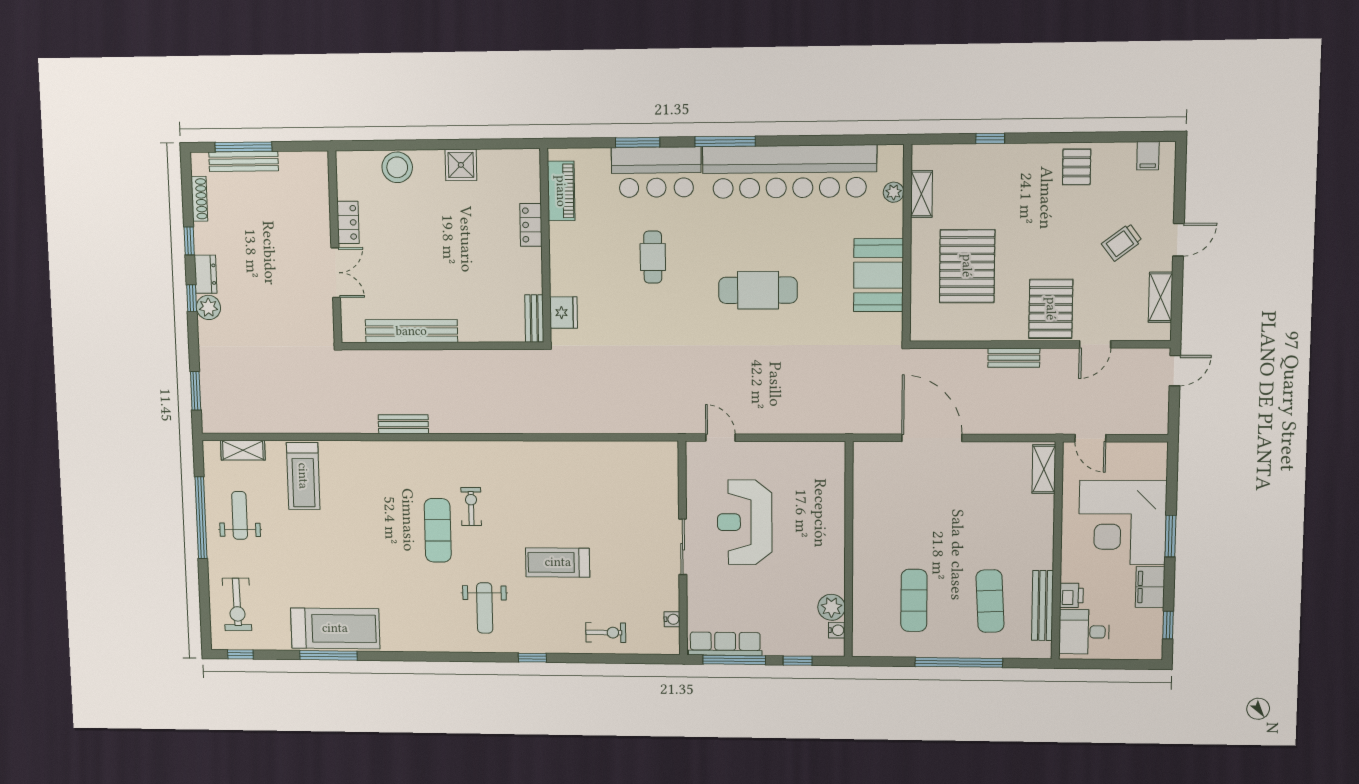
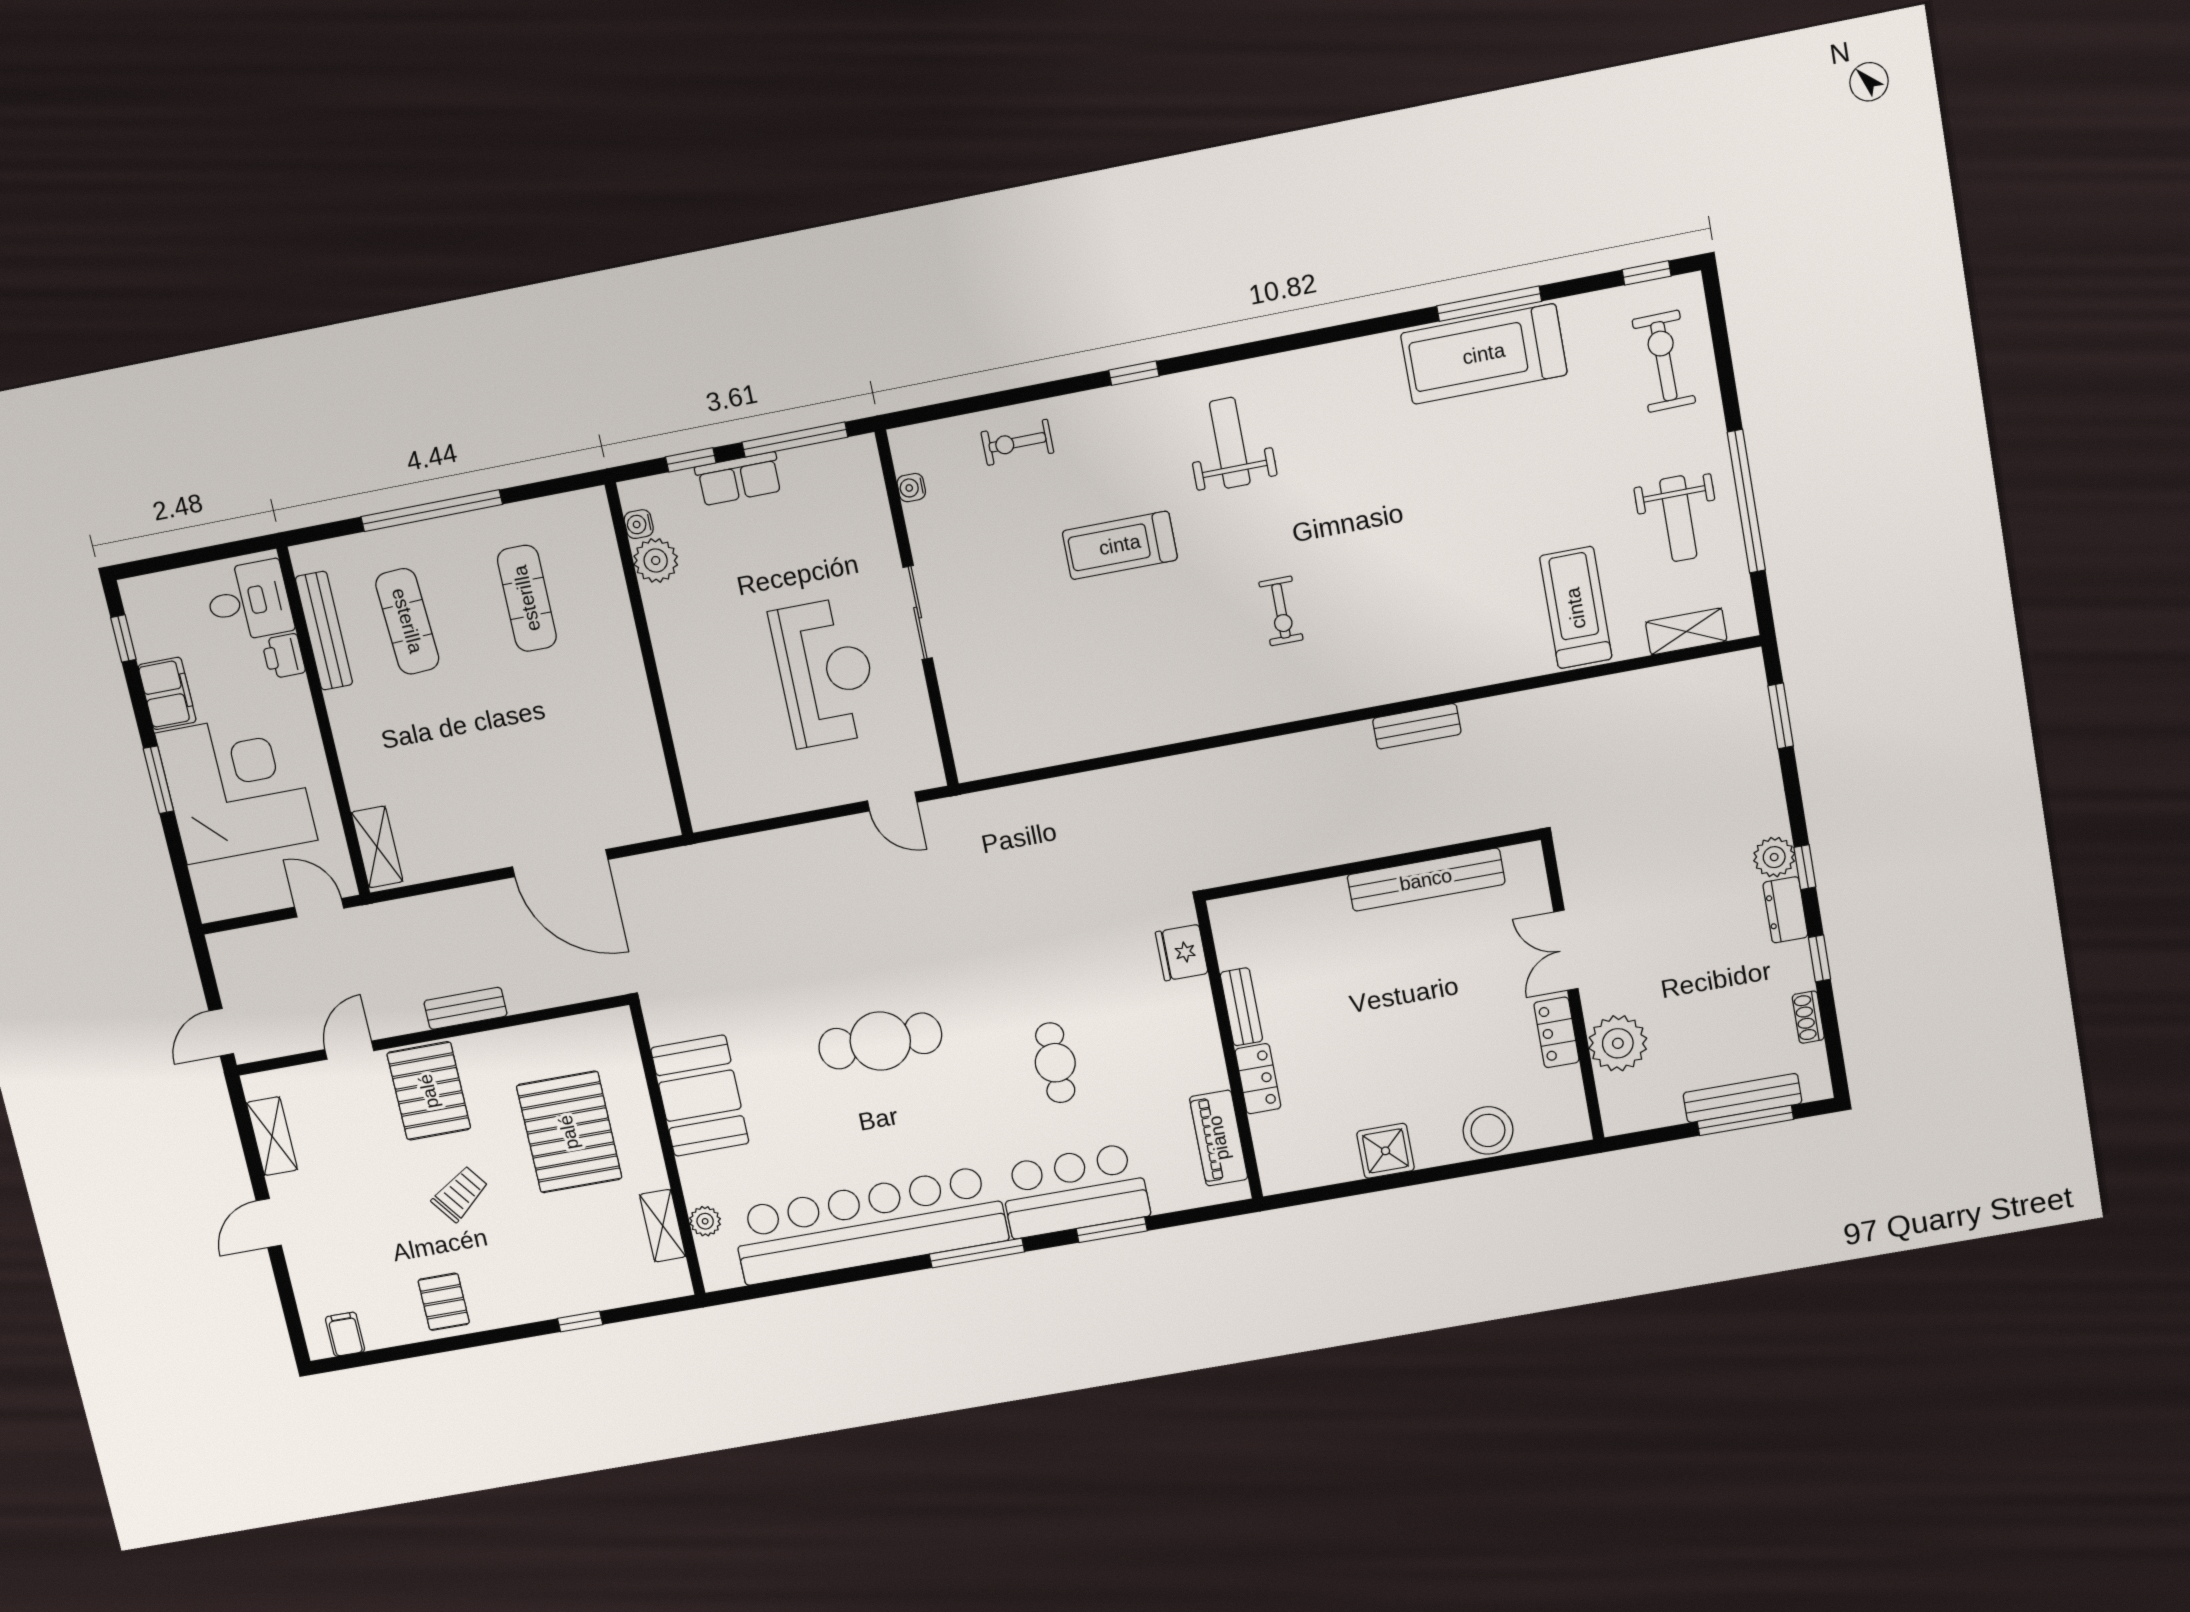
shoe rack: (199, 199) -> (1808, 1017), width x0.70
plant: (313, 209) -> (1618, 1043), added
trolley: (1122, 242) -> (460, 1194), moved
bench: (534, 318) -> (1241, 1007), moved
exercise mat: (438, 530) -> (1331, 560), removed
treadmill: (558, 562) -> (1120, 545), turned 180
row of seats: (725, 644) -> (739, 479), moved, width x0.68

